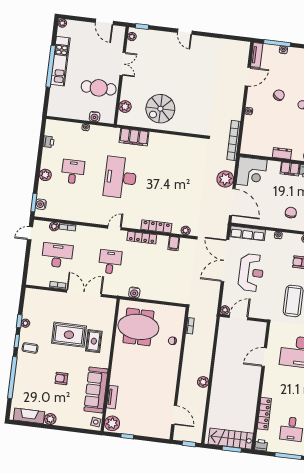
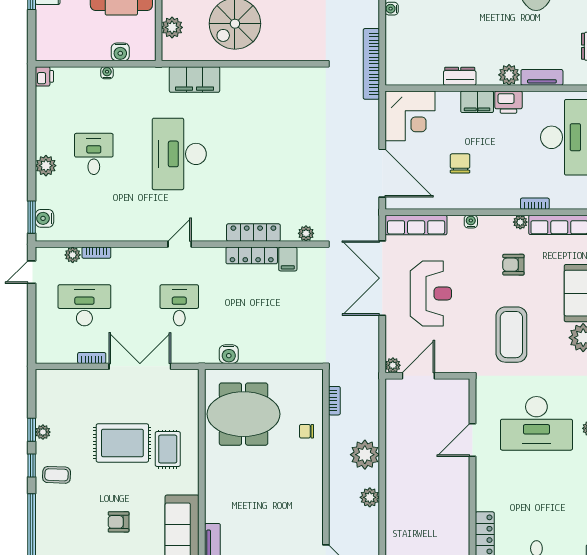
printer: (49, 142) -> (44, 76), moved
plant: (225, 179) -> (365, 455), moved
chair: (291, 213) -> (460, 163), moved
locker: (142, 238) -> (252, 255), moved

